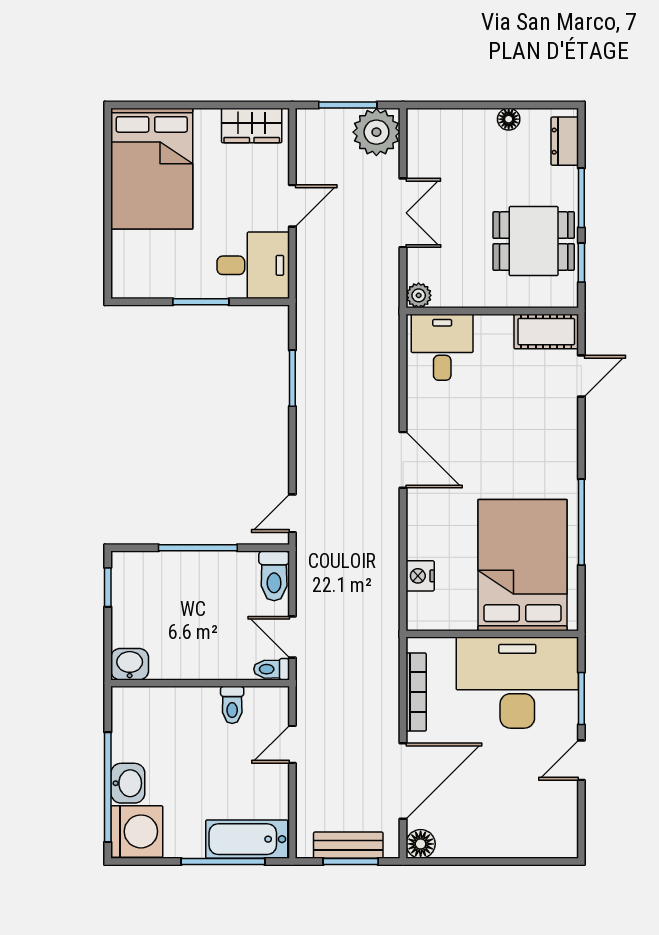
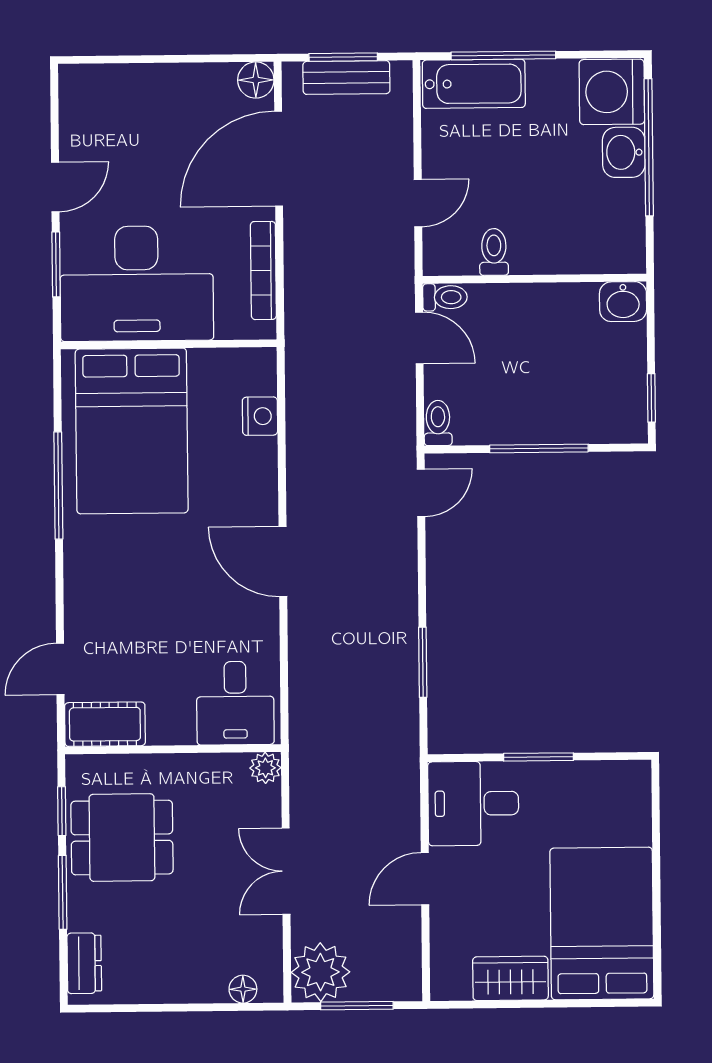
floor lamp: (509, 119) -> (243, 989), moved
wardrobe: (252, 125) -> (510, 978), moved
toilet: (274, 576) -> (438, 423), width x0.73, depth x0.72

